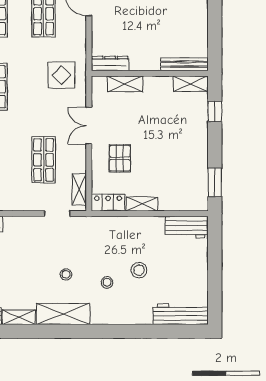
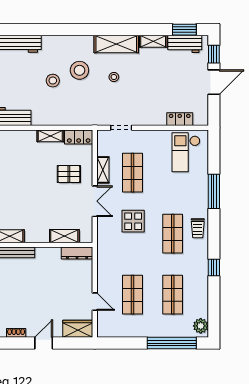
display table: (61, 75) -> (133, 221), moved
pallet: (120, 158) -> (69, 174), turned 90
shelving: (79, 189) -> (103, 170), moved
stool: (107, 282) -> (79, 70), width x1.89, depth x1.89

